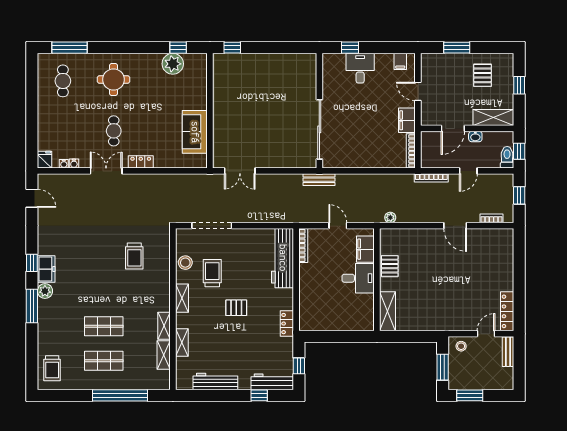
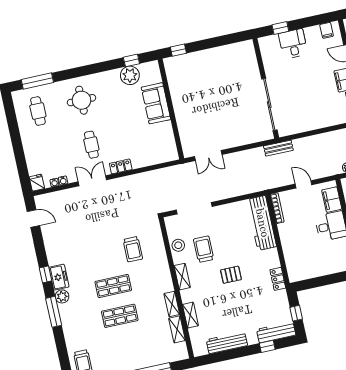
sofa: (195, 132) -> (156, 103), moved
shop shelf: (104, 361) -> (113, 286), moved

